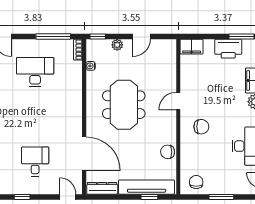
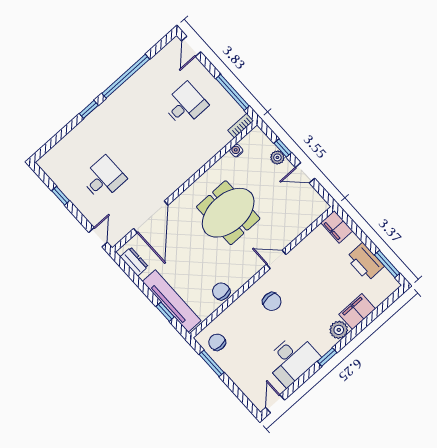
window: (98, 36) -> (283, 148), moved
desk: (35, 72) -> (185, 105), width x0.73
chair: (196, 182) -> (217, 342), turned -90
dresser: (102, 188) -> (134, 262), width x0.70
window: (221, 197) -> (212, 363), moved

